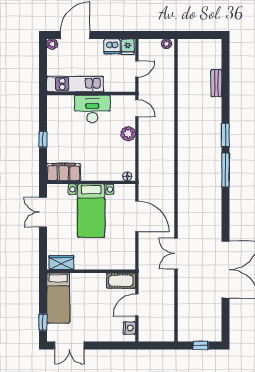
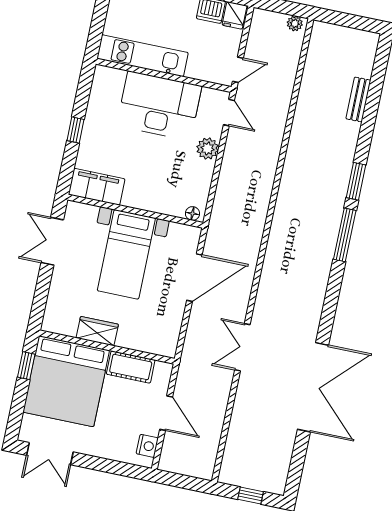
door: (137, 69) -> (238, 70), moved
desk: (92, 109) -> (159, 106), width x1.36, depth x1.30
door: (137, 216) -> (194, 278), hinge flipped
wardrobe: (61, 263) -> (97, 331), moved
cot: (121, 281) -> (131, 367), moved
bed: (58, 298) -> (66, 381), width x2.04
door: (137, 305) -> (166, 413), swing flipped
window: (43, 322) -> (26, 366), moved

